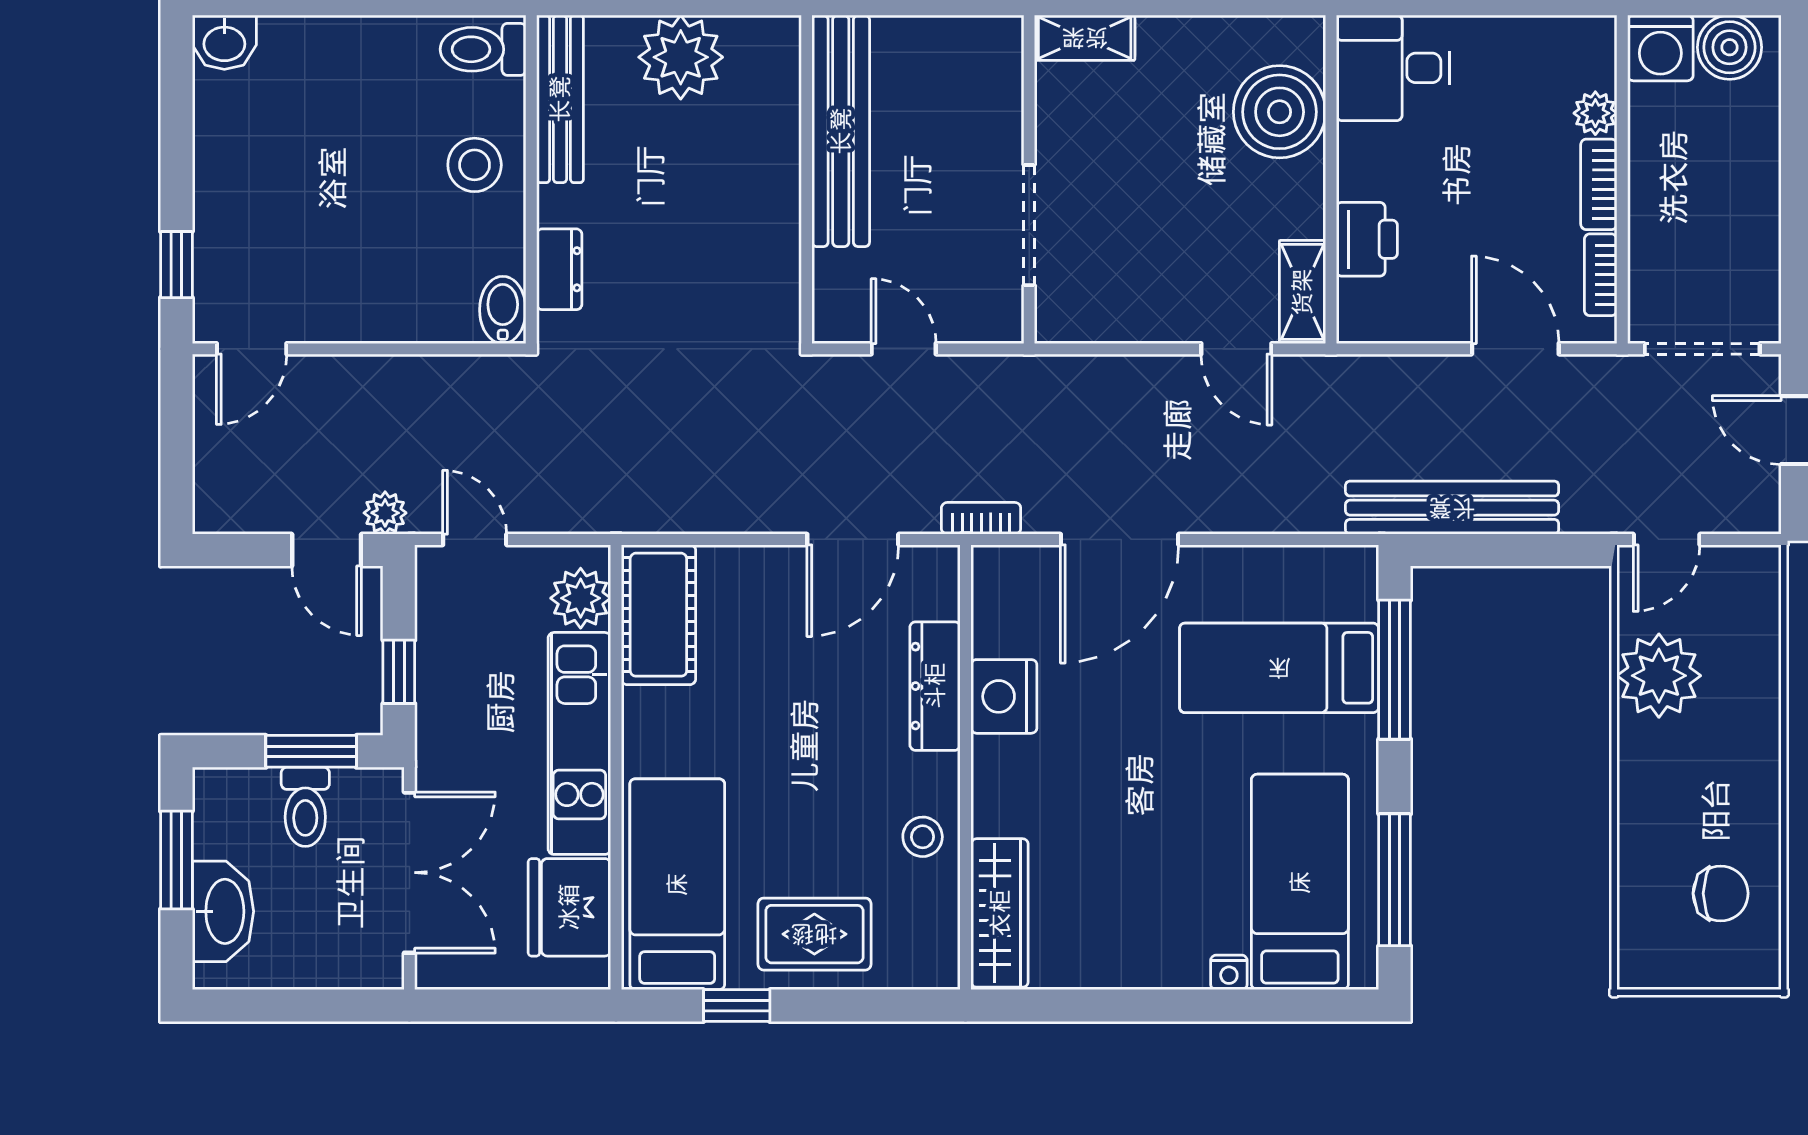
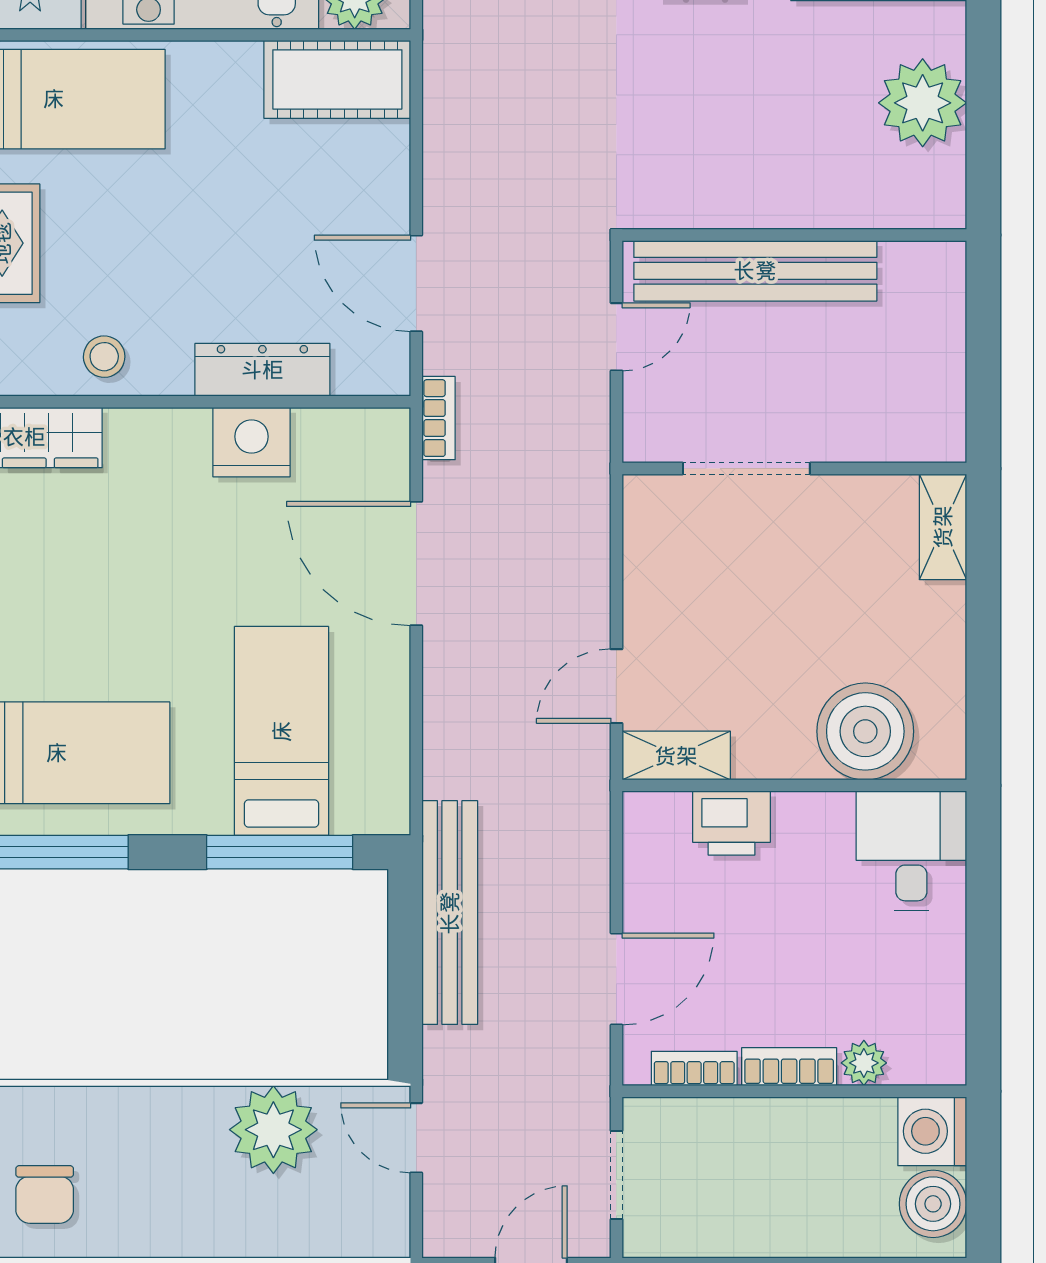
bench: (841, 131) -> (755, 271), moved
doorway: (1702, 349) -> (616, 1175), width x0.73

